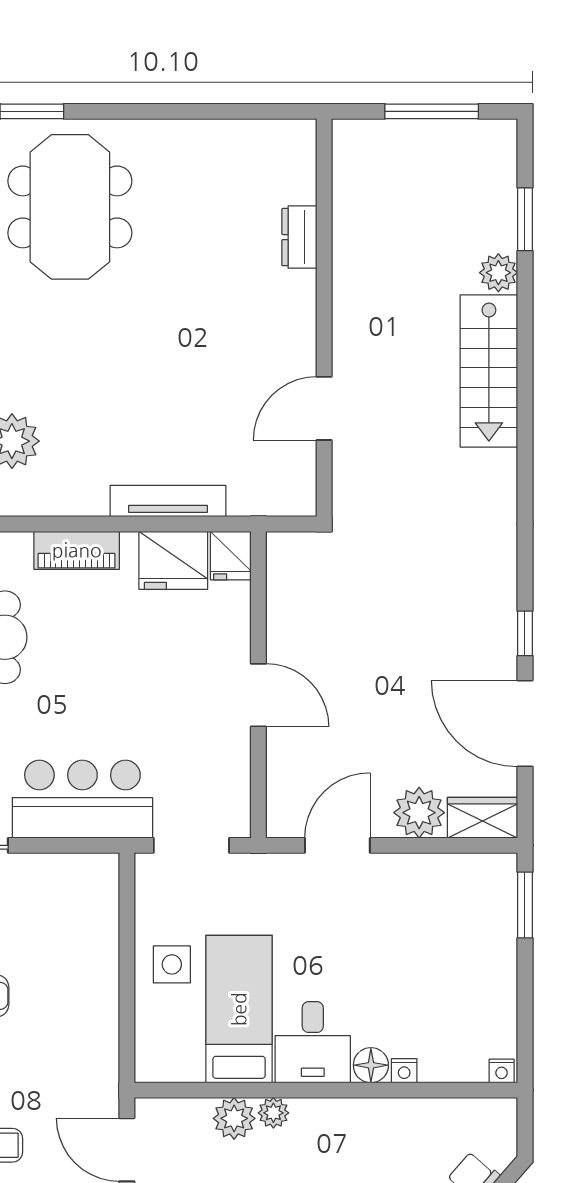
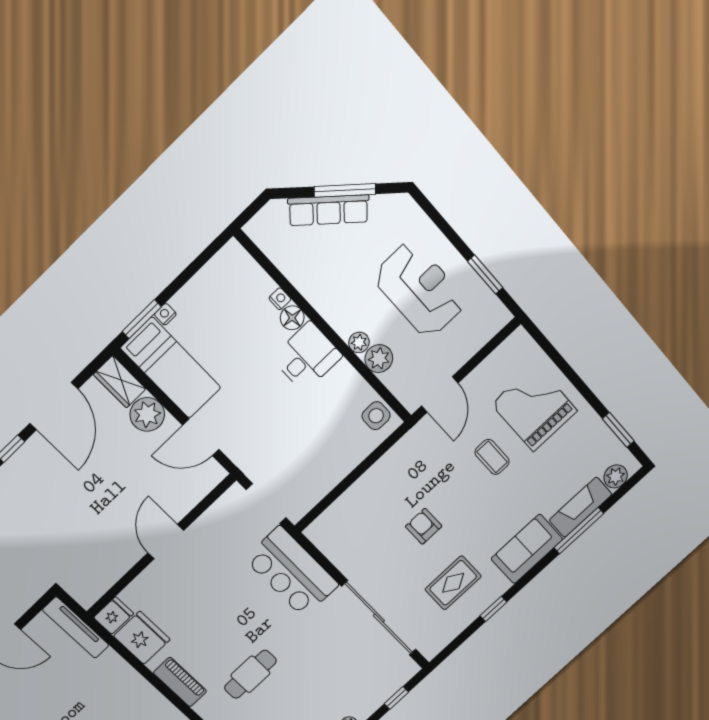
tv unit: (168, 501) -> (76, 628), moved
side table: (172, 964) -> (376, 416), moved
bed: (239, 1009) -> (171, 368), moved, turned -90
nightstand: (502, 1071) -> (165, 314), moved, turned -90

